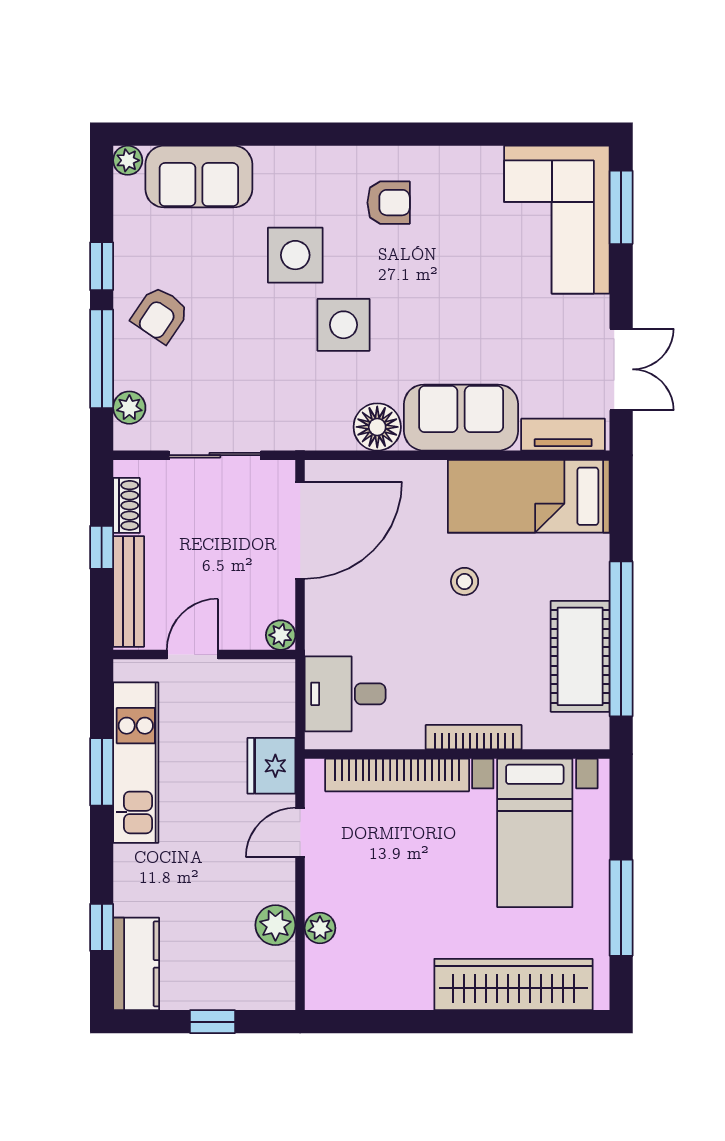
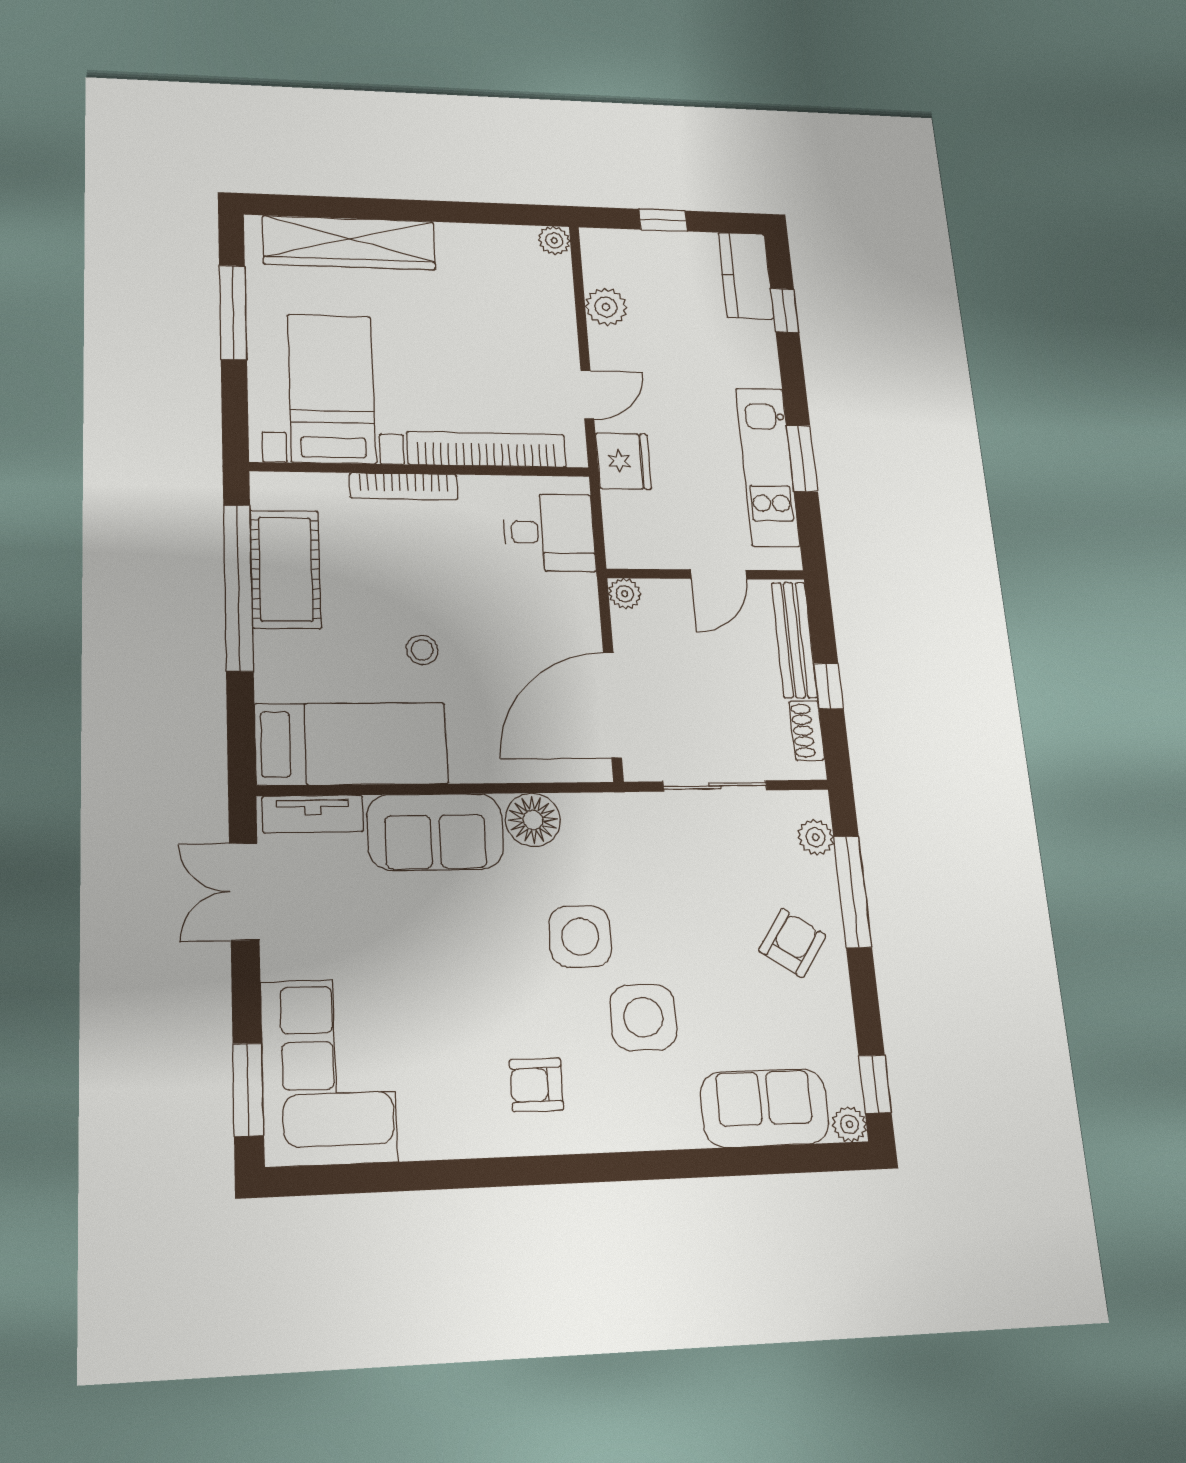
window: (102, 266) -> (875, 1084), moved
plant: (320, 928) -> (554, 240), moved

